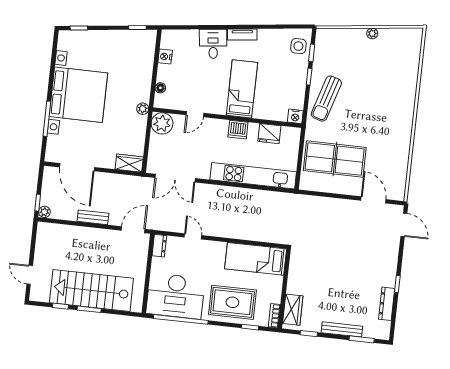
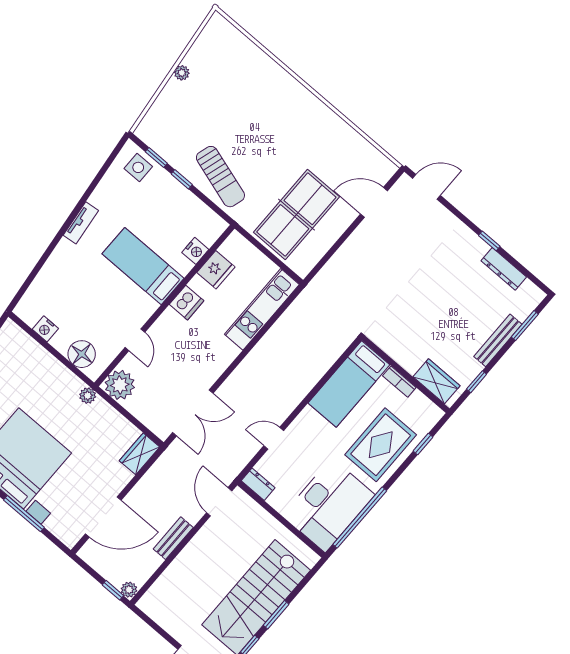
desk: (213, 44) -> (68, 264), removed
floor lamp: (160, 88) -> (82, 354), width x1.89, depth x1.89
nightstand: (295, 116) -> (195, 251), moved
kitchen unit: (253, 176) -> (262, 309), width x0.73
bookcase: (274, 316) -> (399, 382), moved

